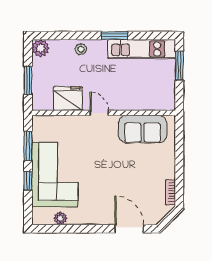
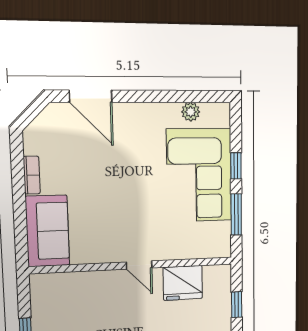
window: (28, 80) -> (237, 305), width x0.67
sofa: (143, 129) -> (47, 231), moved, turned 90
bookcase: (170, 192) -> (32, 175), moved

